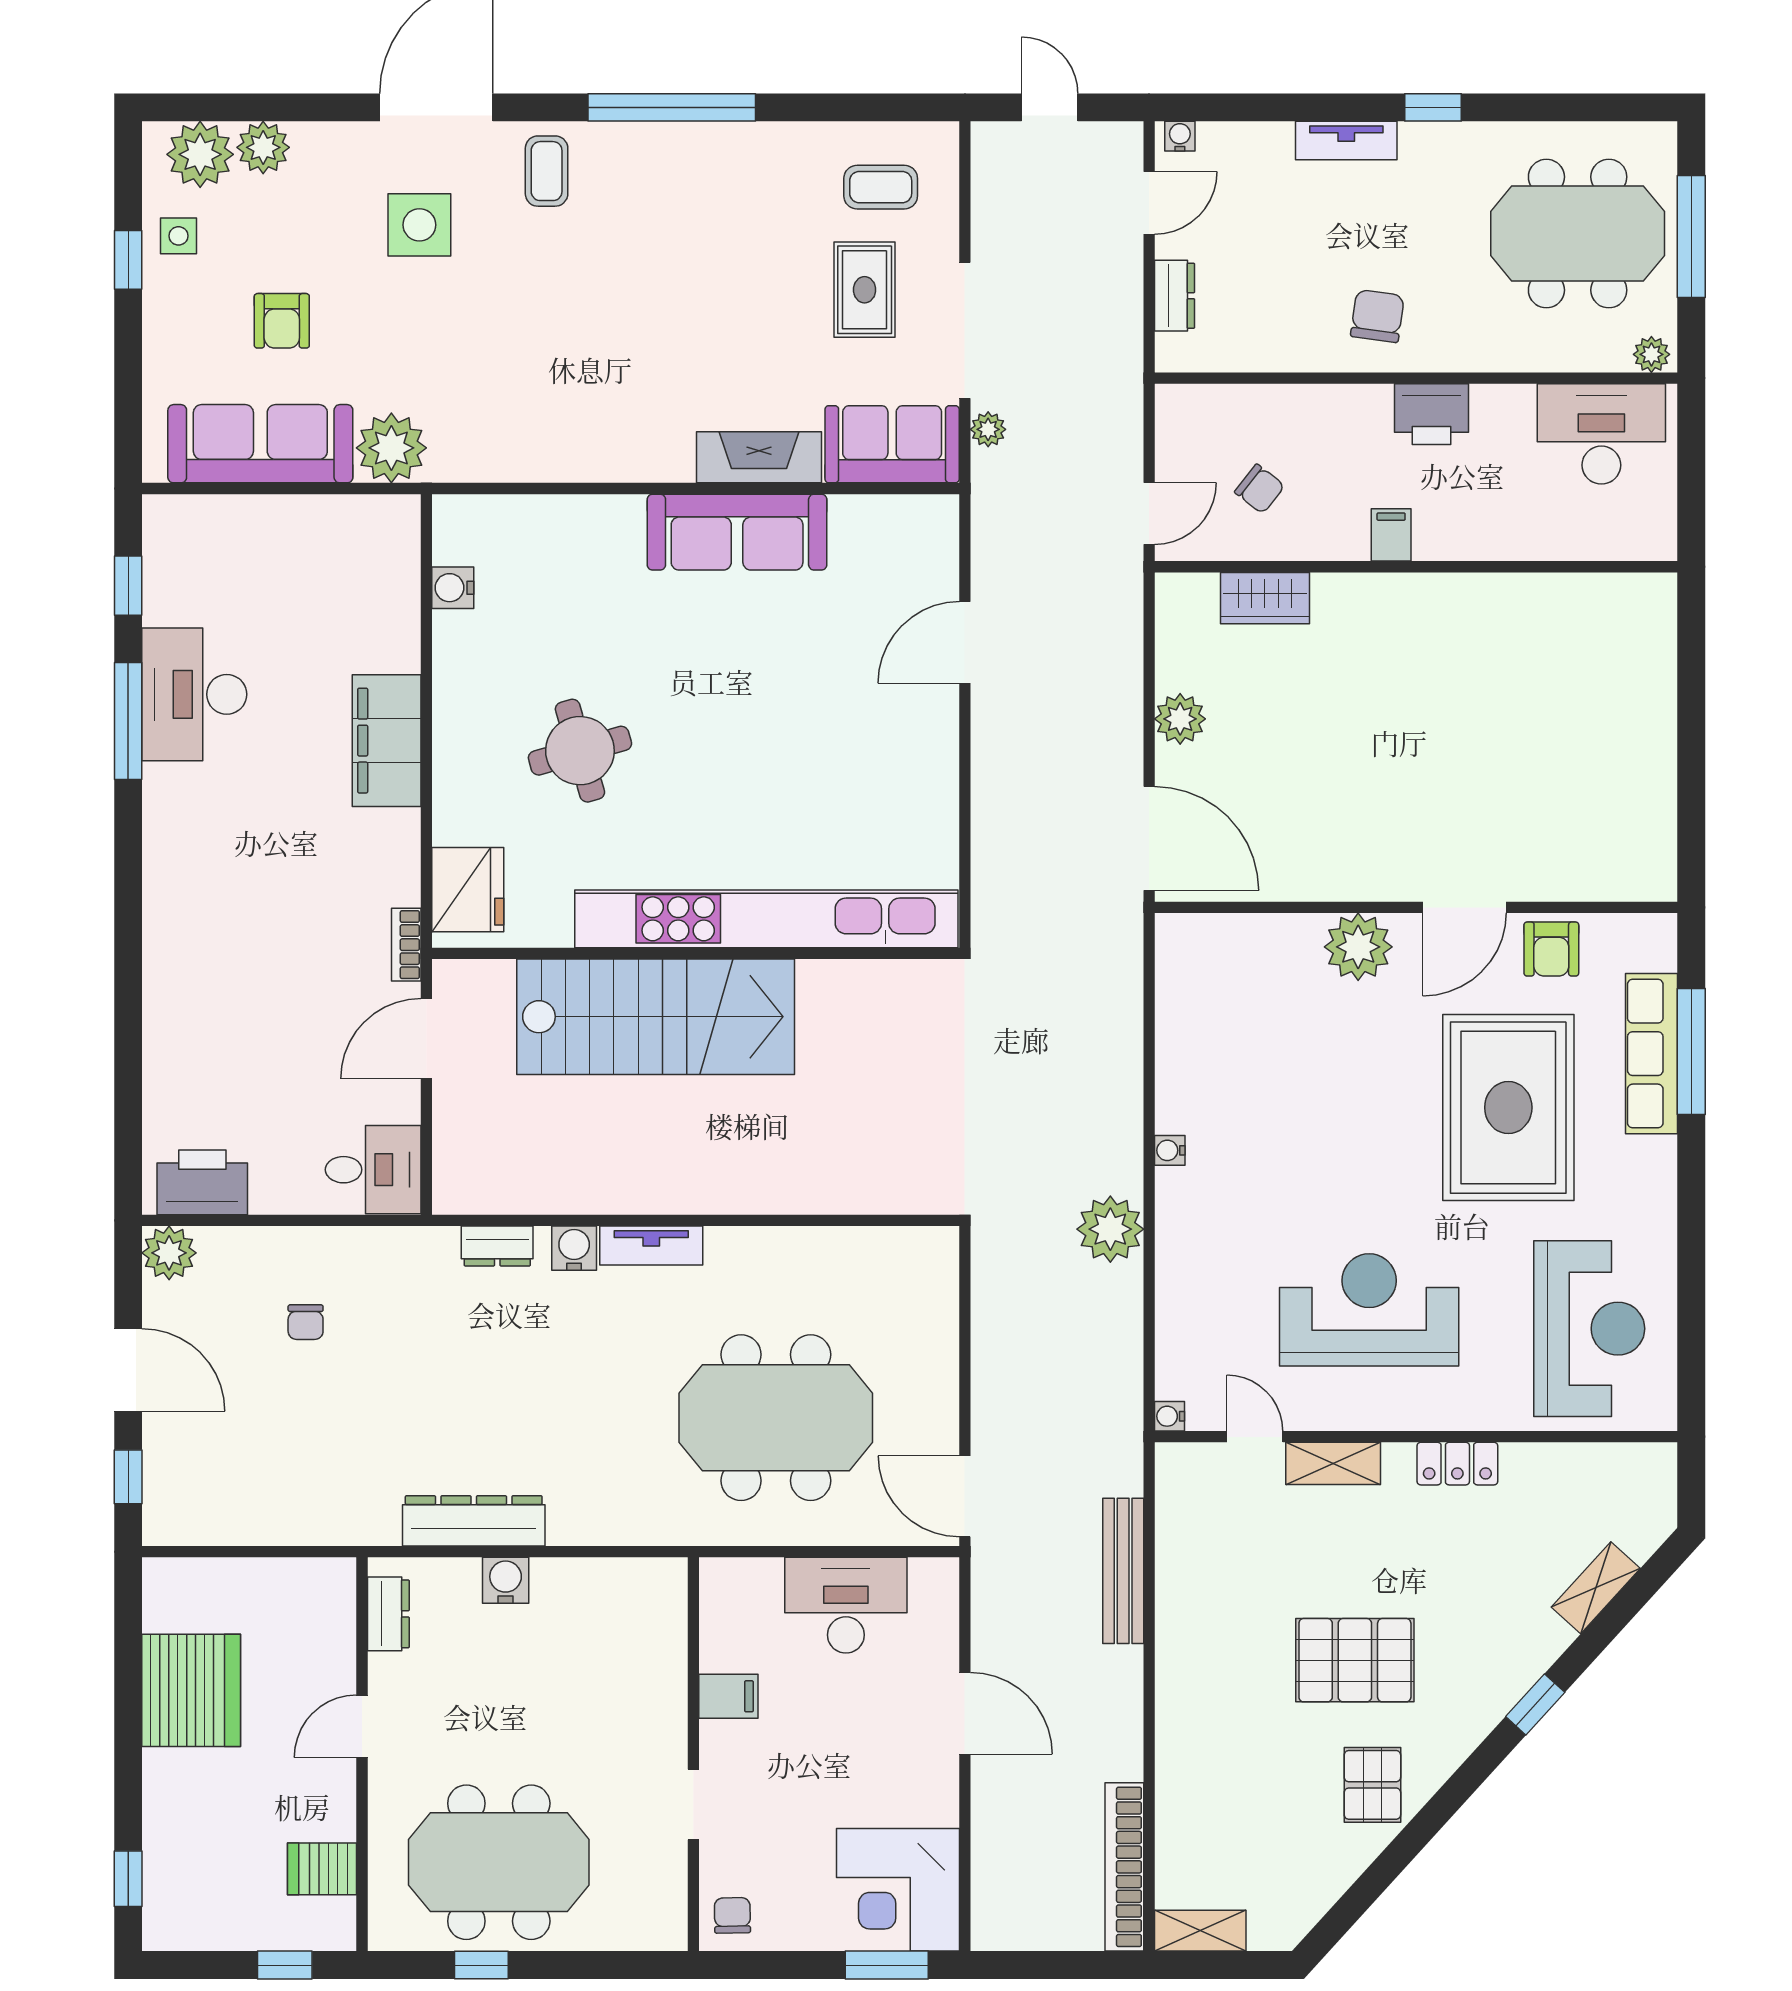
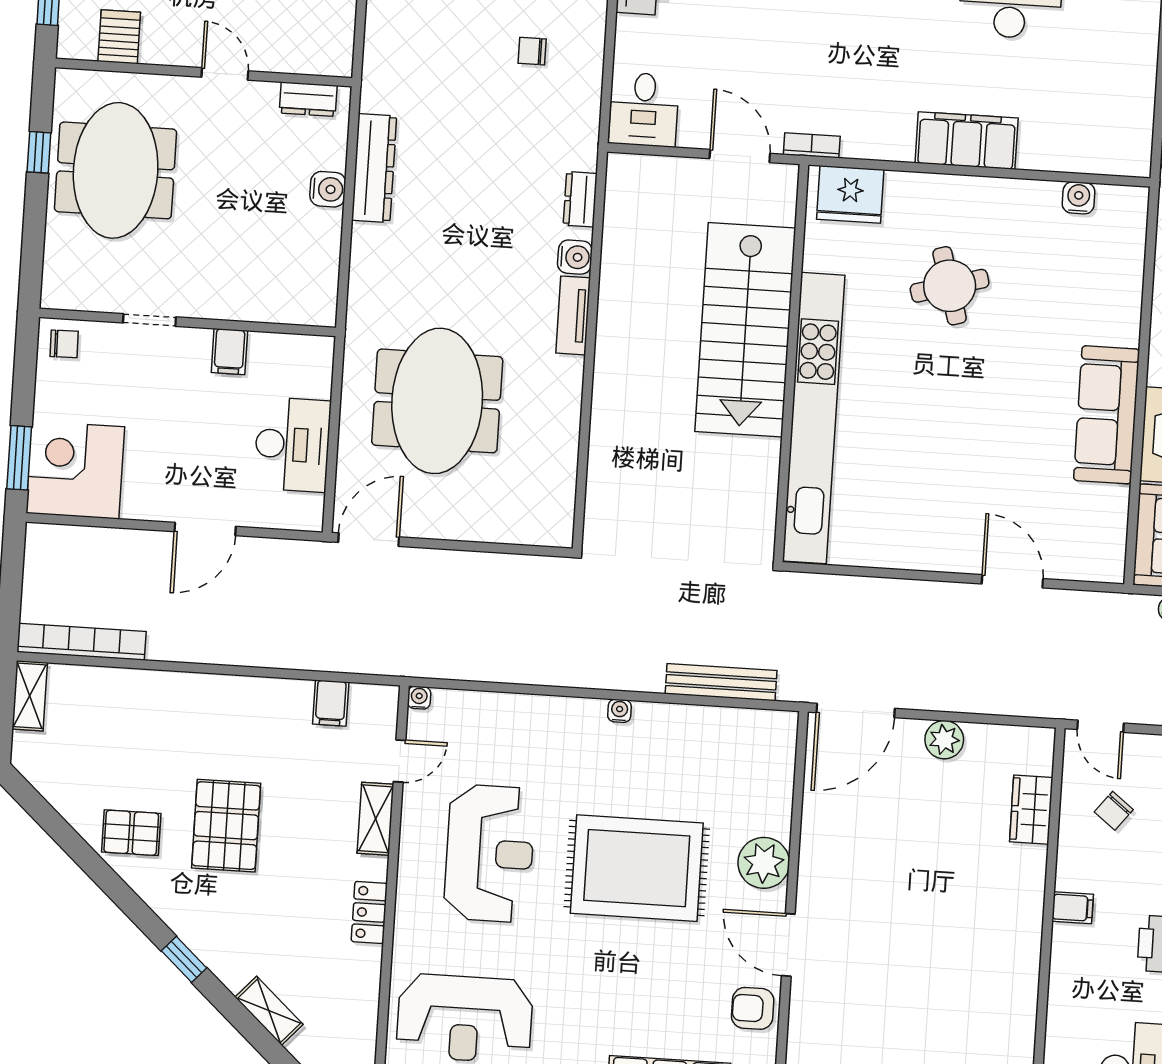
rug: (1508, 1108) -> (637, 868), moved
plant: (1110, 1229) -> (563, 662), removed
filing cabinet: (1184, 1532) -> (331, 703), added
bench: (1123, 1571) -> (721, 682), moved

